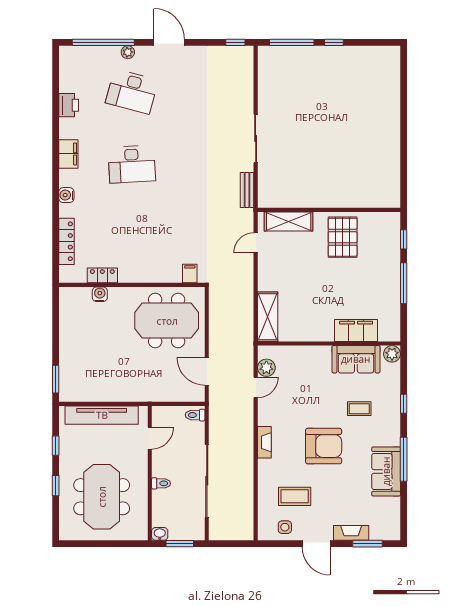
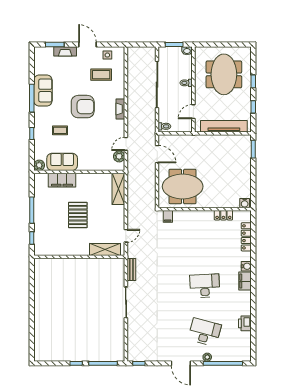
filing cabinet: (68, 154) -> (245, 281), moved
pallet: (343, 237) -> (78, 215), moved
water cooler: (100, 294) -> (245, 203), moved
armchair: (324, 446) -> (83, 107), turned 180

